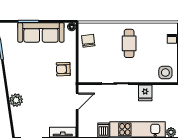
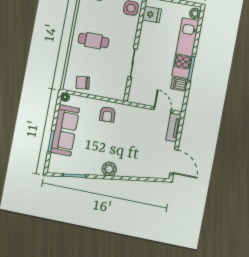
fridge: (145, 93) -> (152, 14), moved
plant: (16, 100) -> (109, 169), moved
door: (77, 101) -> (162, 110), moved

